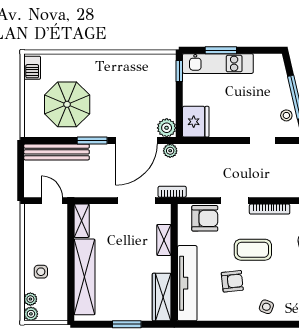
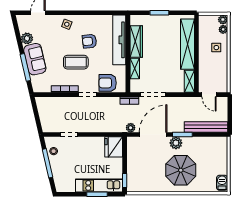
parasol: (67, 104) -> (181, 170), moved
plant: (167, 128) -> (176, 143), moved
wardrobe: (162, 297) -> (136, 42), moved

